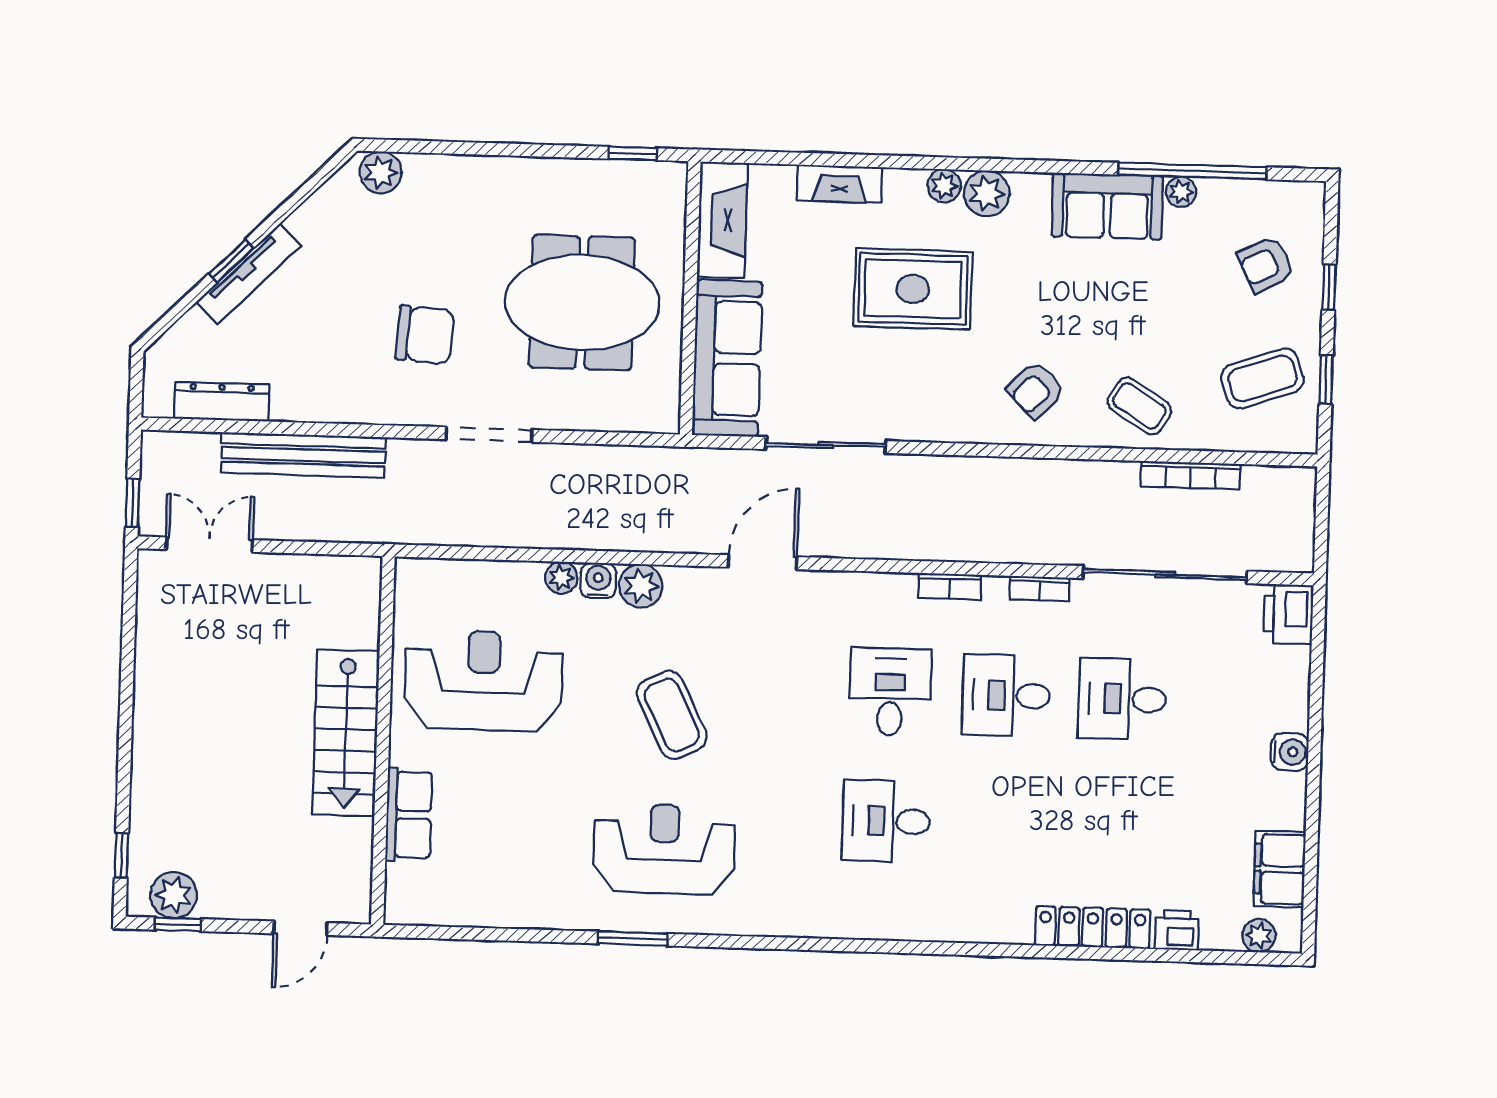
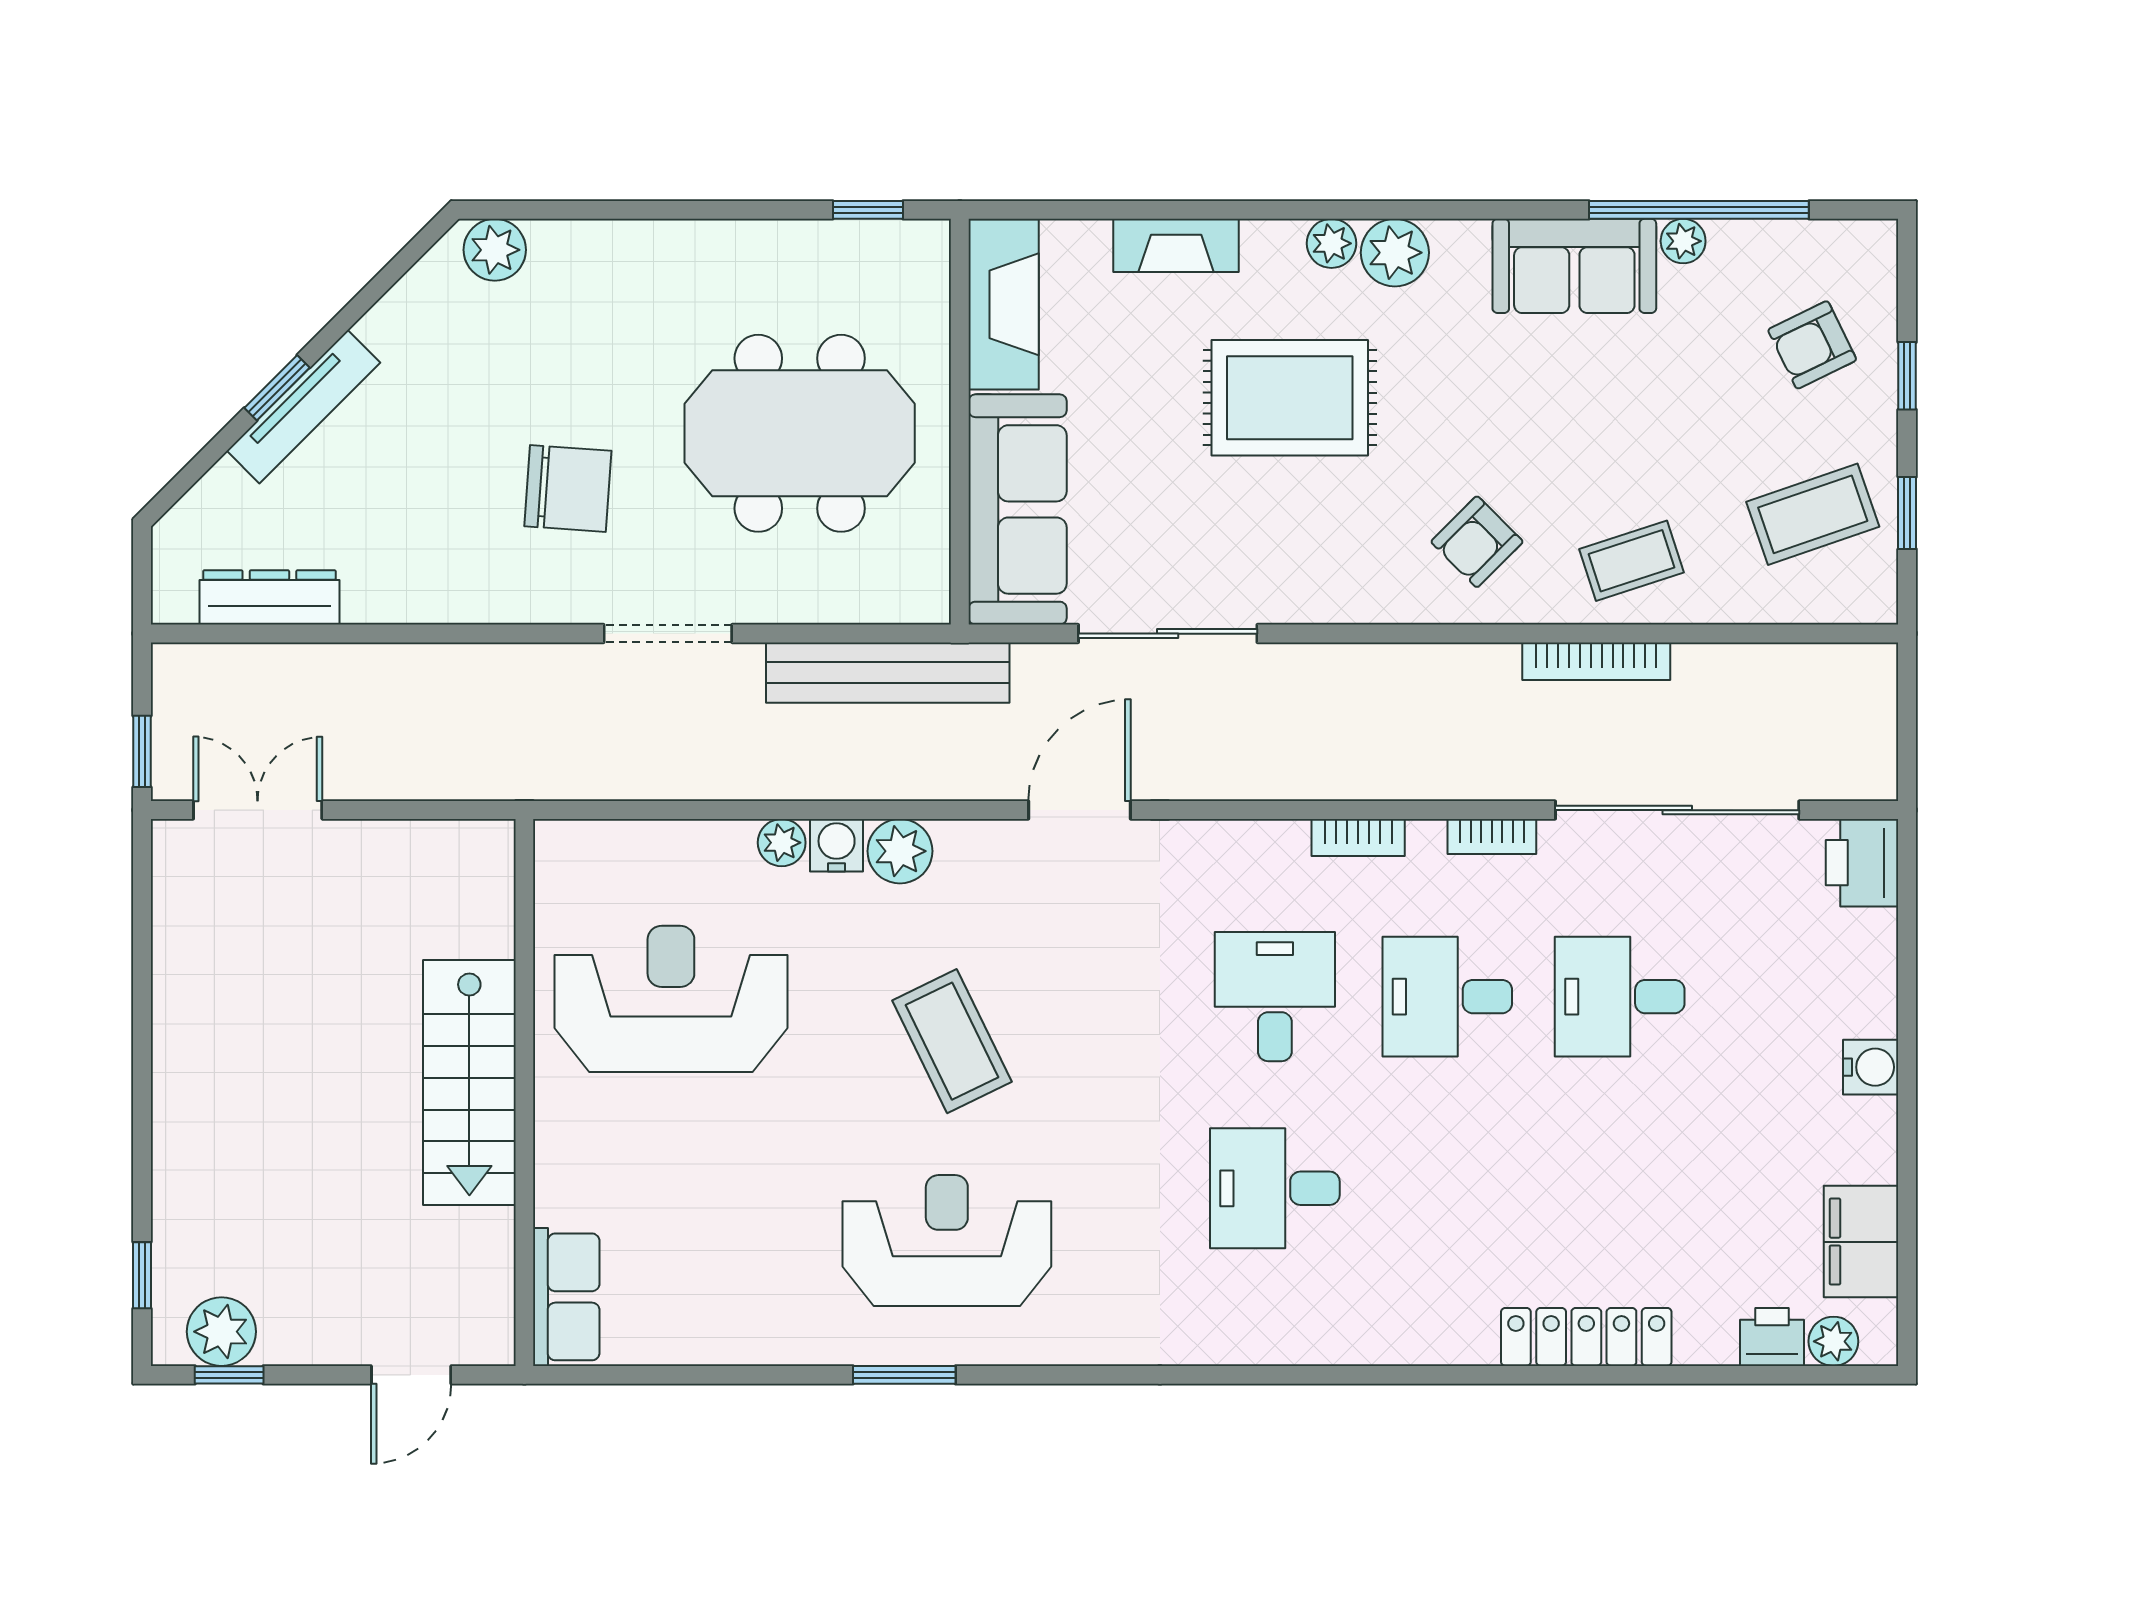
coffee table: (1139, 406) -> (1631, 561), turned -50
bench: (303, 455) -> (888, 673), moved
bookcase: (1191, 475) -> (1596, 661), moved
row of seats: (409, 815) -> (566, 1297), moved
printer: (1177, 930) -> (1772, 1337), moved

